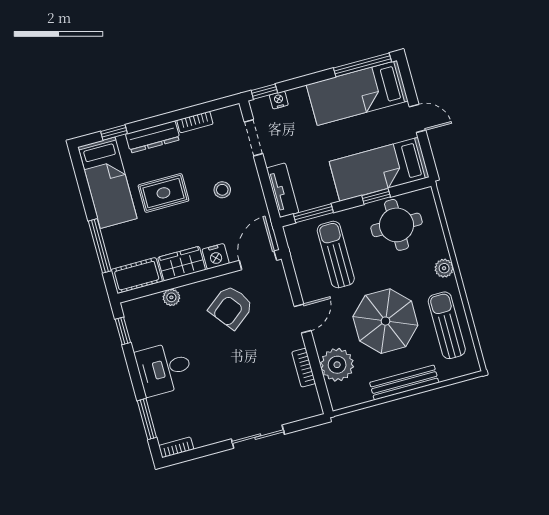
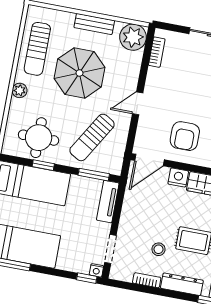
nightstand: (279, 100) -> (96, 270), moved
stool: (222, 190) -> (158, 249), moved
sun lounger: (336, 255) -> (92, 137), turned 31
armchair: (231, 307) -> (185, 136), turned 128
plant: (337, 365) -> (133, 37), moved
bookcase: (304, 368) -> (157, 52), moved
bench: (404, 383) -> (94, 24), width x0.73

